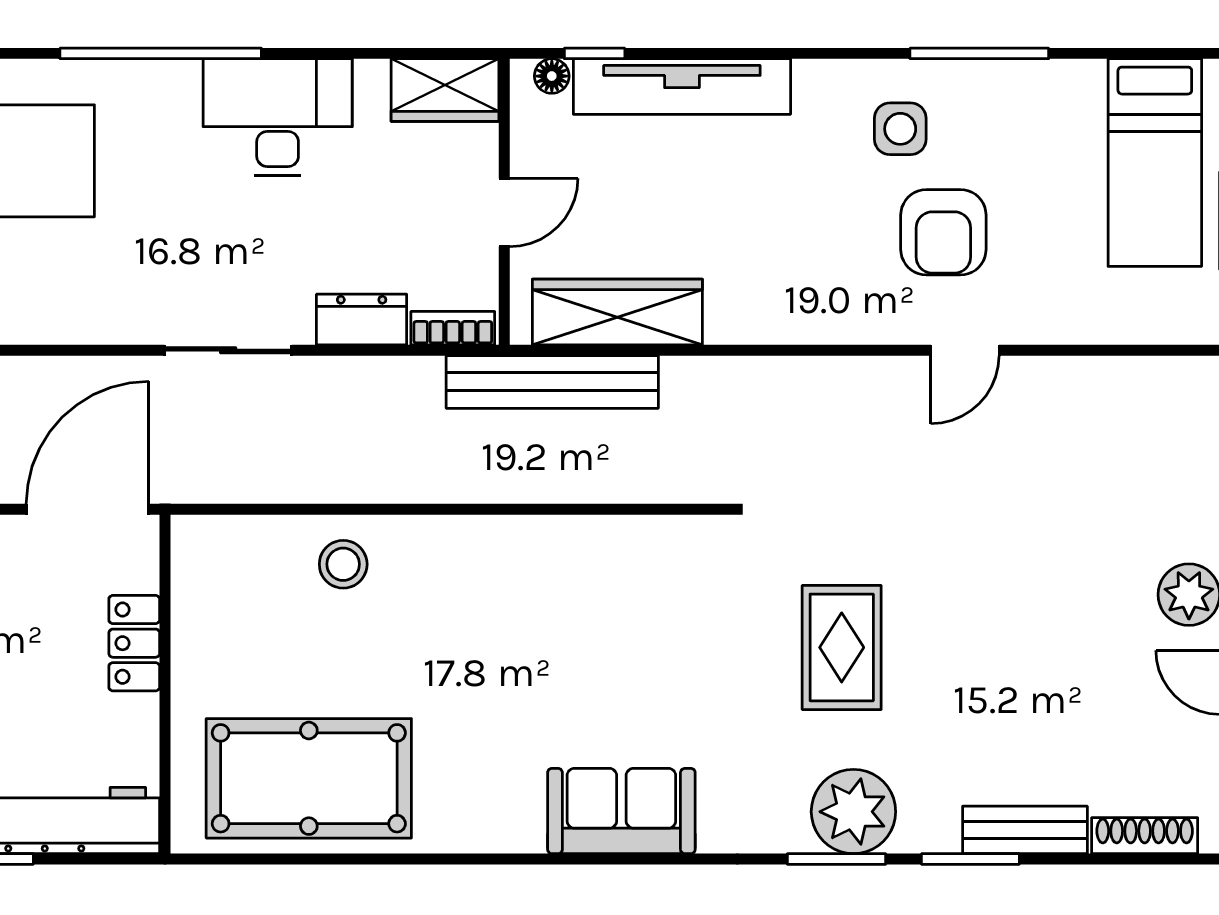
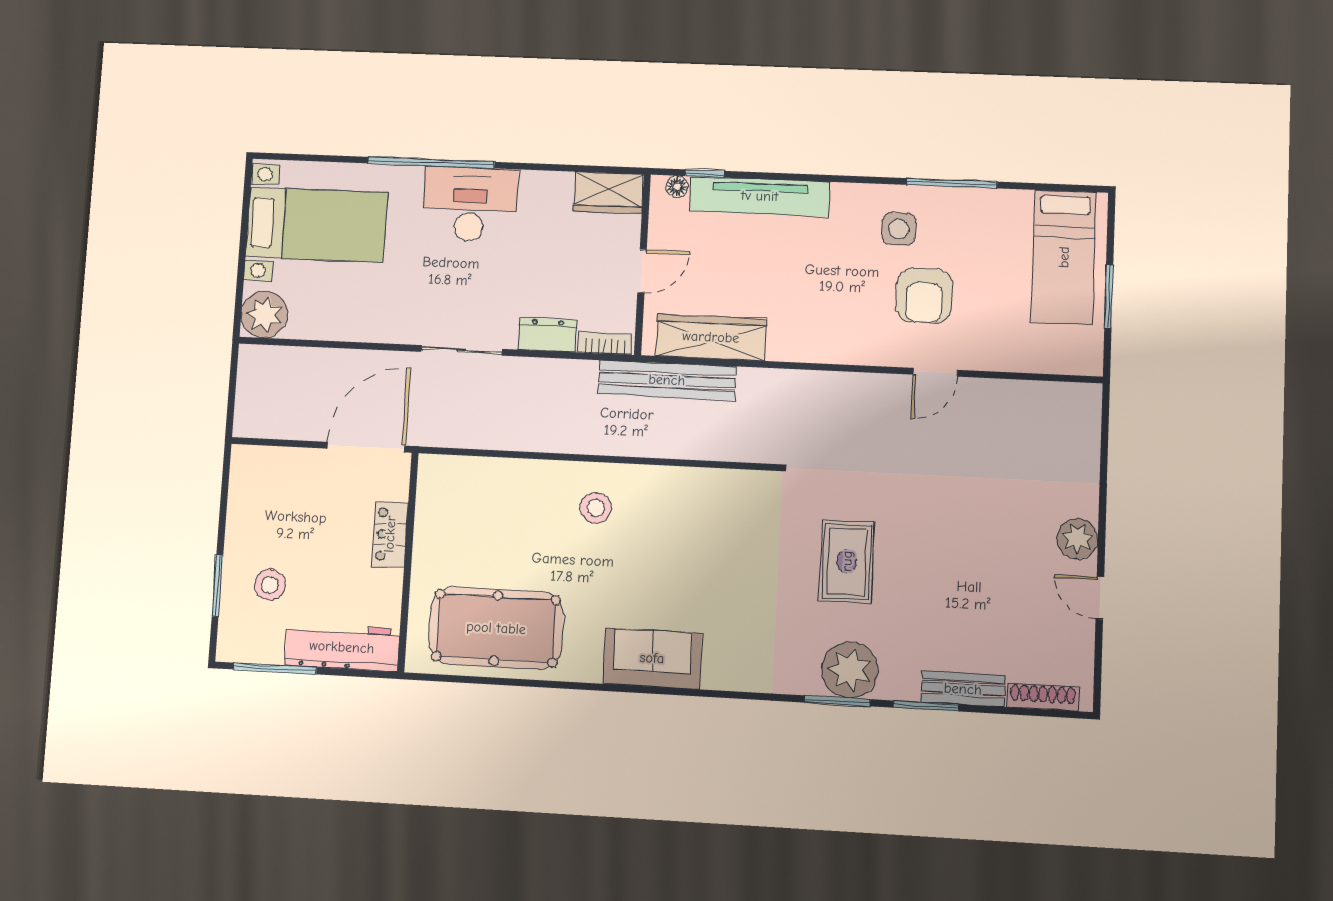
desk: (278, 117) -> (470, 204), moved
stool: (343, 564) -> (596, 508), moved
sofa: (621, 811) -> (652, 658), moved

